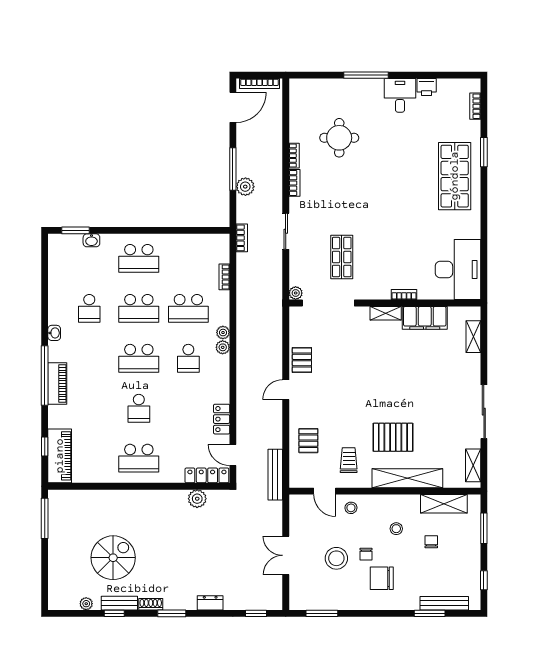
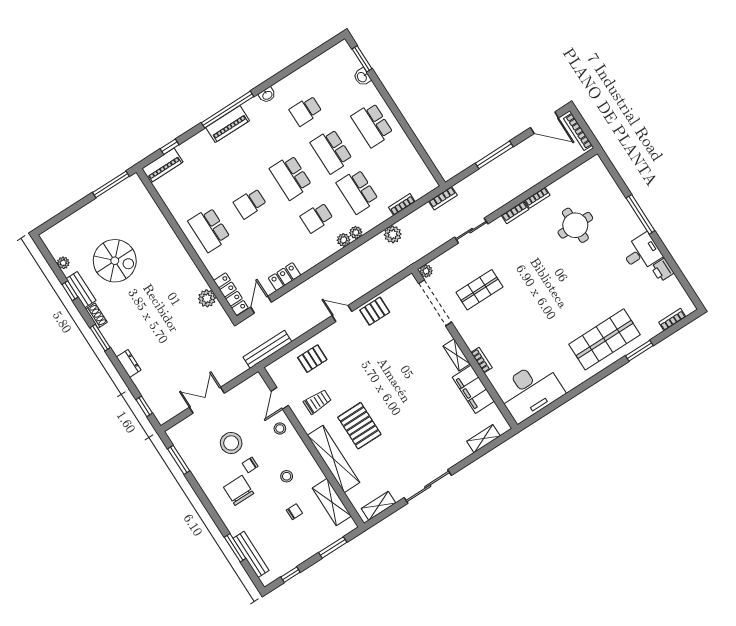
plant: (245, 187) -> (393, 234), moved
piano: (60, 456) -> (162, 165), width x0.73, depth x0.75

